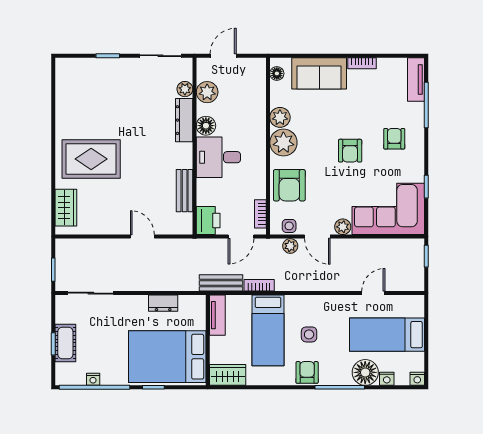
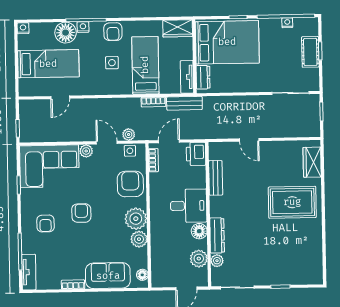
dresser: (163, 303) -> (203, 77), moved, turned 90
nightstand: (387, 379) -> (83, 27), moved

